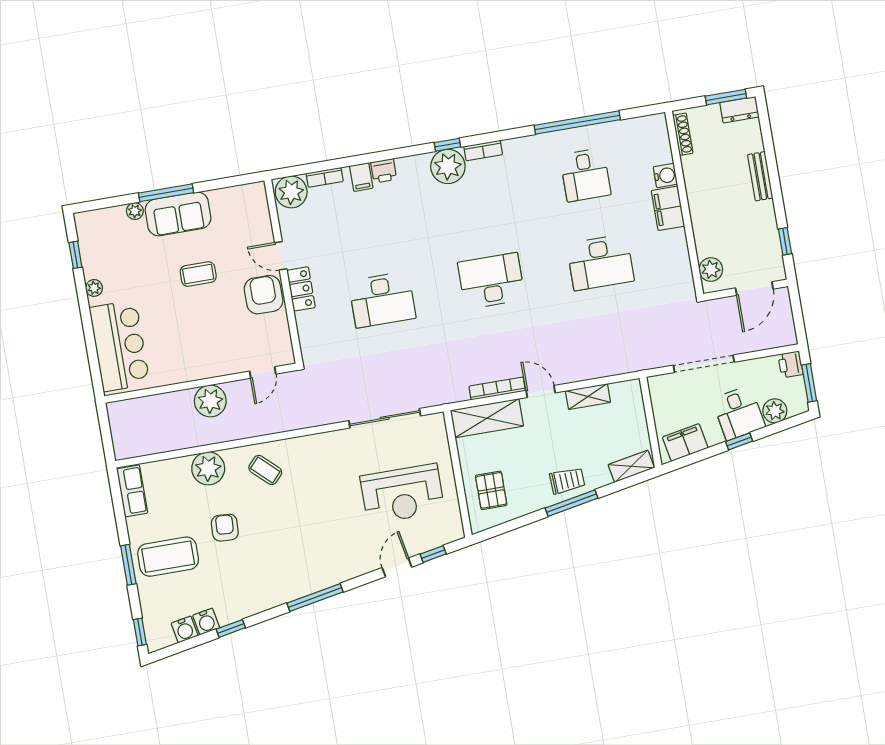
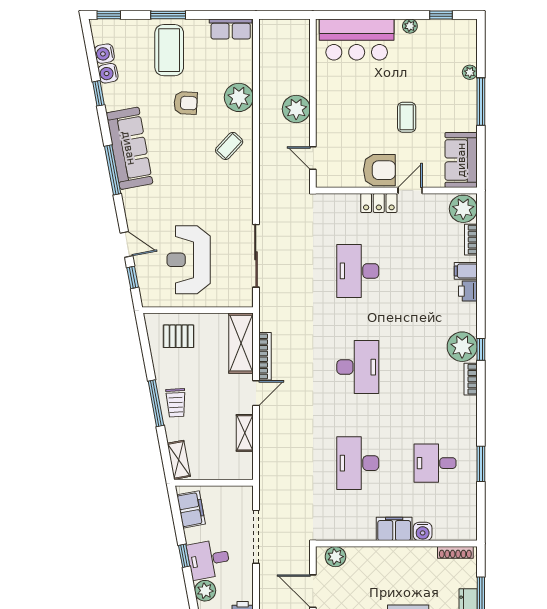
window: (577, 122) -> (481, 464), width x0.47
sofa: (178, 214) -> (461, 160), moved
sofa: (287, 583) -> (129, 148), added

